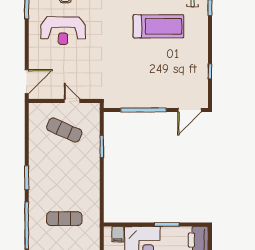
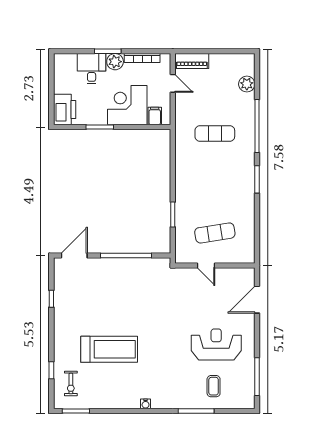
treadmill: (158, 26) -> (109, 349), turned 180
door: (27, 82) -> (257, 300), moved
exercise mat: (64, 130) -> (215, 233), turned -33

